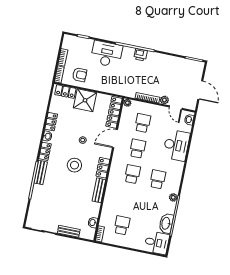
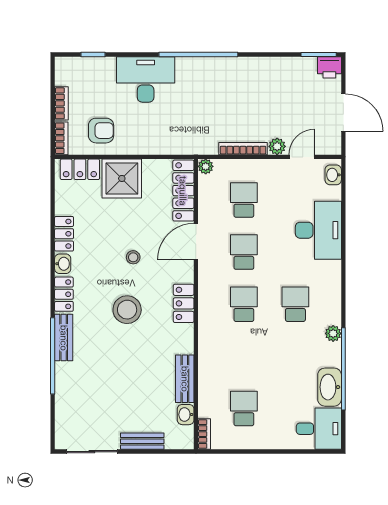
printer: (141, 55) -> (329, 67), moved
door: (176, 108) -> (302, 157), swing flipped
bench: (99, 190) -> (185, 379), moved

